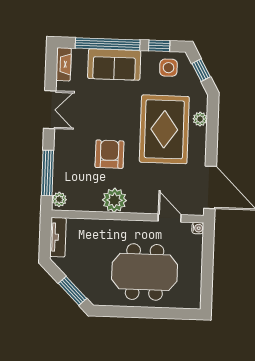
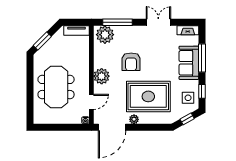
window: (108, 44) -> (202, 58), width x0.68
double door: (50, 110) -> (158, 22), swing flipped
plant: (200, 119) -> (134, 119), moved
armchair: (109, 154) -> (131, 62), turned 90
plant: (59, 199) -> (105, 35), width x1.88, depth x1.88
plant: (114, 200) -> (102, 76), moved

